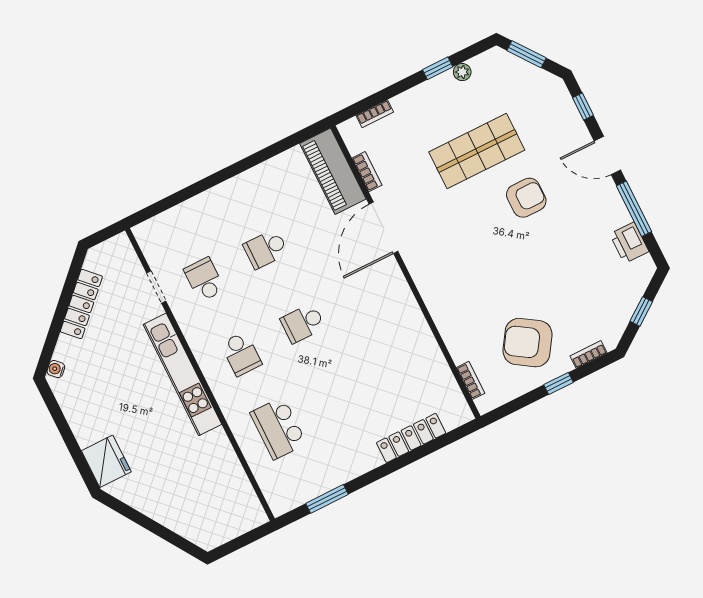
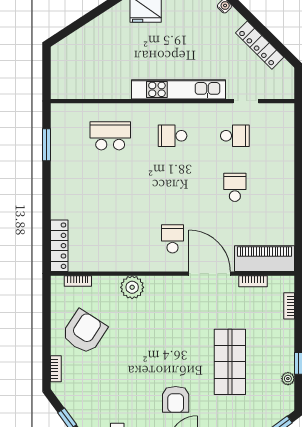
armchair: (526, 198) -> (176, 399), moved
plant: (446, 312) -> (132, 287), added
school desk: (303, 323) -> (173, 239), moved
window: (558, 383) -> (46, 339), removed
locker: (411, 438) -> (59, 246), moved

